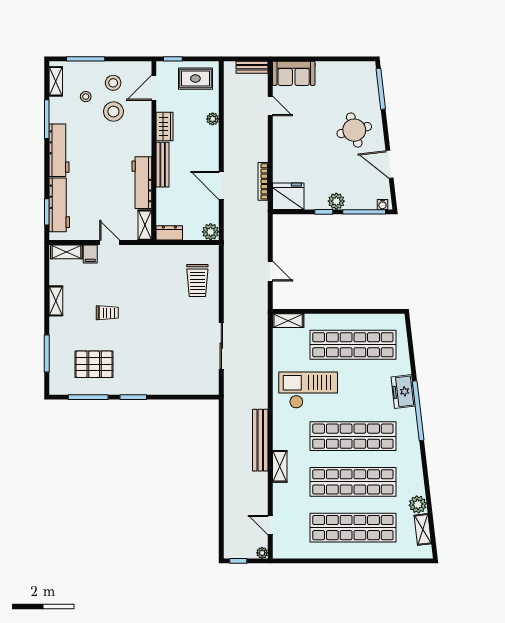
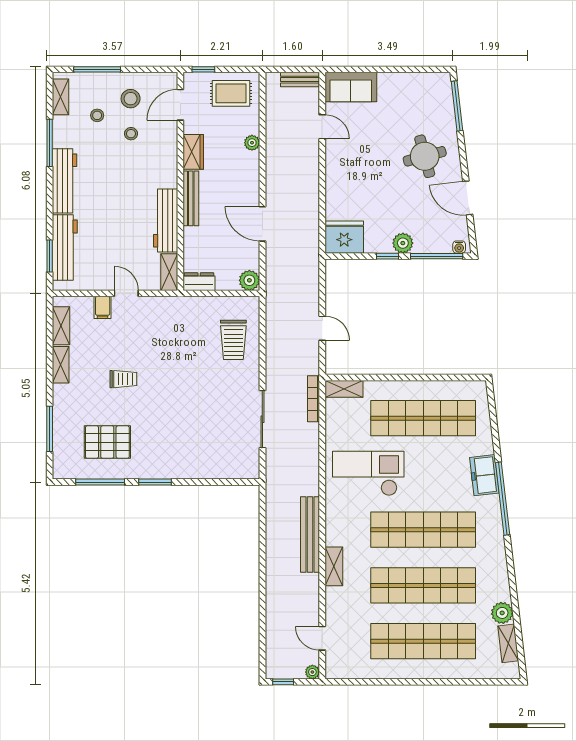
stool: (113, 112) -> (131, 134), width x0.53, depth x0.53
bookcase: (263, 181) -> (314, 399), moved
shelving: (66, 252) -> (61, 326), moved, turned 90

